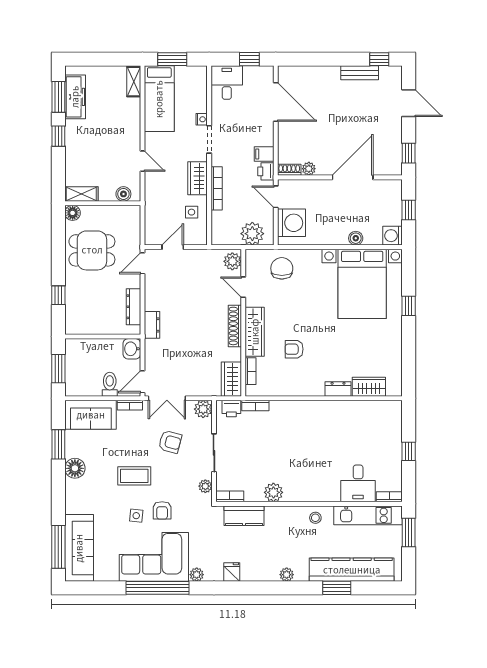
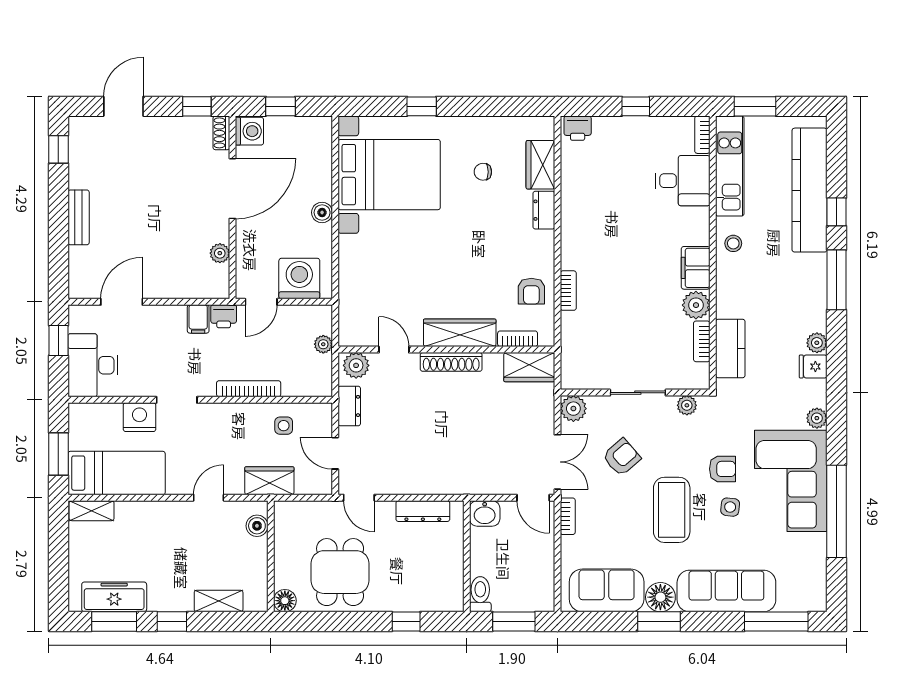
bench: (360, 73) -> (79, 217), moved
desk: (227, 82) -> (93, 365), width x1.37
door: (276, 102) -> (122, 302), width x0.73
nightstand: (202, 119) -> (140, 417), width x1.89, depth x1.79
shoe rack: (289, 170) -> (221, 133), moved
door: (353, 177) -> (232, 189), swing flipped
wardrobe: (198, 178) -> (269, 481), moved, turned 180
shelving: (81, 194) -> (219, 601), moved, turned 90
plant: (252, 234) -> (323, 344), width x0.53, depth x0.53
washing machine: (393, 236) -> (249, 131), moved, turned -90
boiler: (356, 238) -> (322, 212), moved
chair: (282, 268) -> (483, 172), moved, width x0.54, depth x0.54
door: (243, 287) -> (394, 350), swing flipped
dresser: (152, 325) -> (349, 406), moved, turned 90
armchair: (294, 349) -> (531, 291), moved
toilet: (110, 384) -> (480, 594), moved, turned 90
bookcase: (255, 406) -> (568, 291), moved
printer: (231, 409) -> (578, 128), moved, turned 90
sofa: (91, 415) -> (607, 590), moved, turned -90
armchair: (170, 442) -> (622, 457), turned 34
window: (58, 444) -> (659, 622), moved
coffee table: (134, 476) -> (672, 510), width x1.36, depth x1.32
filing cabinet: (299, 492) -> (696, 268), added
bookcase: (230, 496) -> (702, 341), moved
sofa: (79, 548) -> (726, 591), moved
plant: (287, 575) -> (817, 343), moved
window: (158, 588) -> (837, 511), moved
window: (291, 588) -> (837, 280), added
window: (337, 588) -> (837, 212), width x0.67

